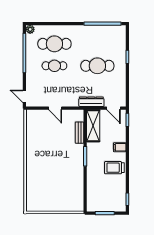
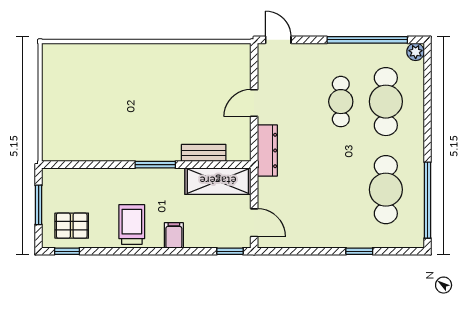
cafe table: (97, 66) -> (386, 190), moved
door: (24, 96) -> (278, 40), hinge flipped
dresser: (91, 102) -> (267, 150), moved
door: (114, 108) -> (254, 223), swing flipped
pallet: (115, 197) -> (72, 226), added

